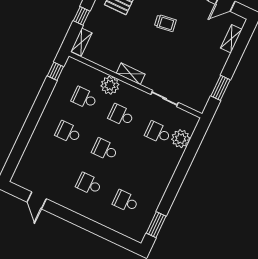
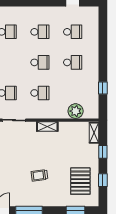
window: (55, 71) -> (103, 88), moved
plant: (110, 85) -> (76, 111), moved
school desk: (84, 98) -> (73, 32), moved

